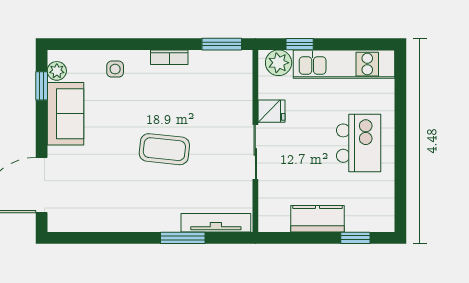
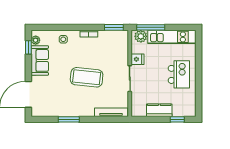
window: (300, 44) -> (151, 27), width x2.17
coffee table: (164, 149) -> (87, 77), width x1.36, depth x1.32
window: (183, 238) -> (69, 119), moved

